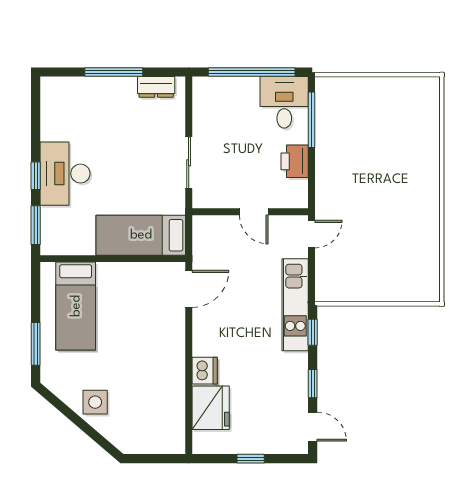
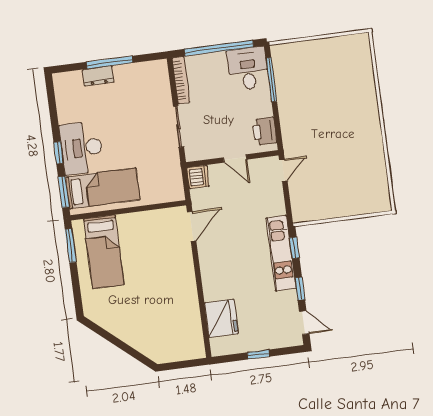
dresser: (156, 87) -> (98, 76), moved
bookcase: (199, 106) -> (181, 80), added
printer: (295, 161) -> (265, 131), moved
bed: (141, 235) -> (103, 188), moved, turned 180
kitchen unit: (295, 305) -> (281, 253), moved
window: (36, 344) -> (71, 246), moved
dishwasher: (205, 371) -> (198, 177), moved
side table: (95, 402) -> (129, 326), removed

